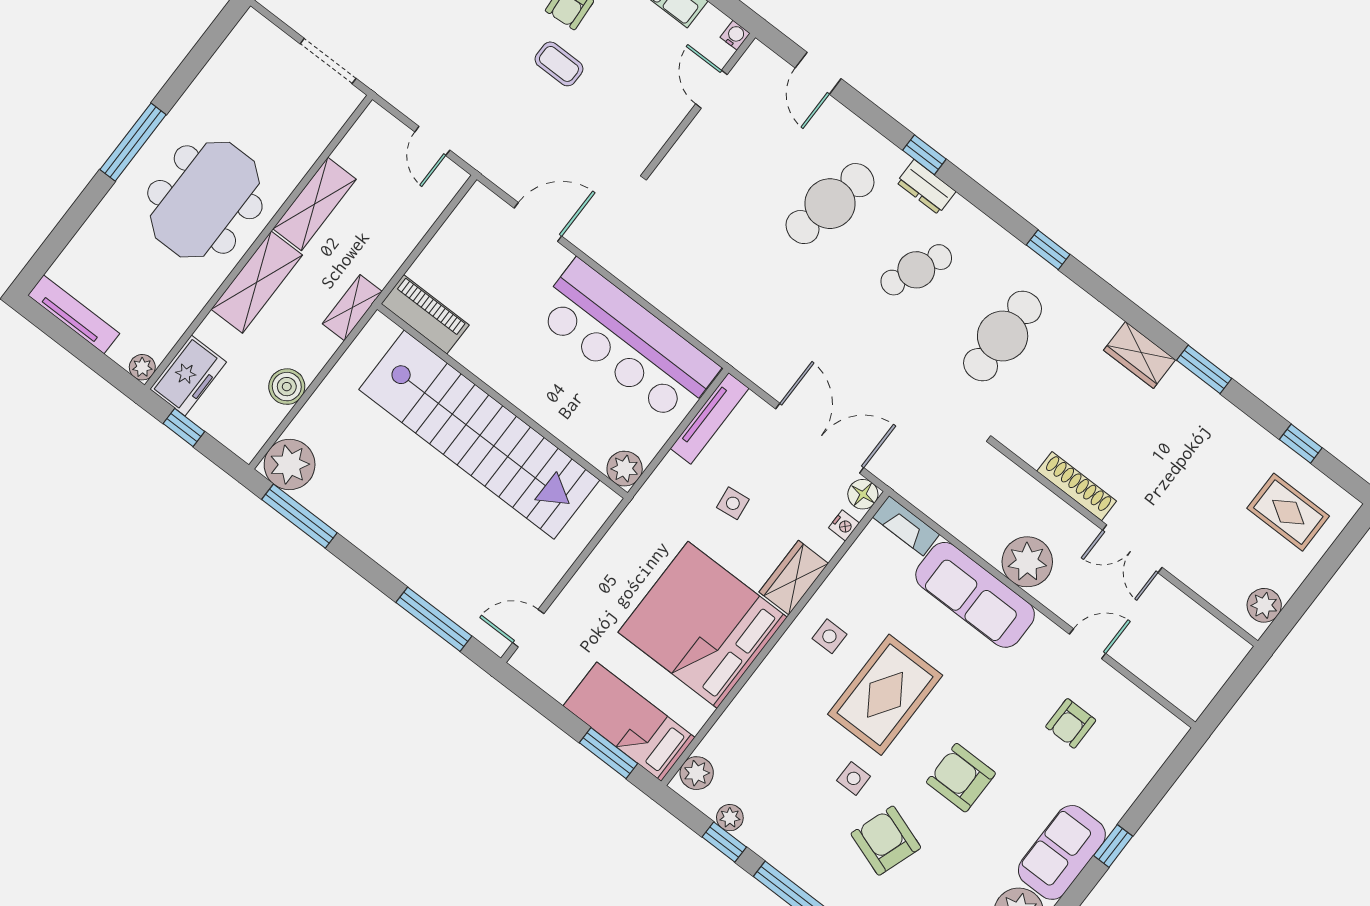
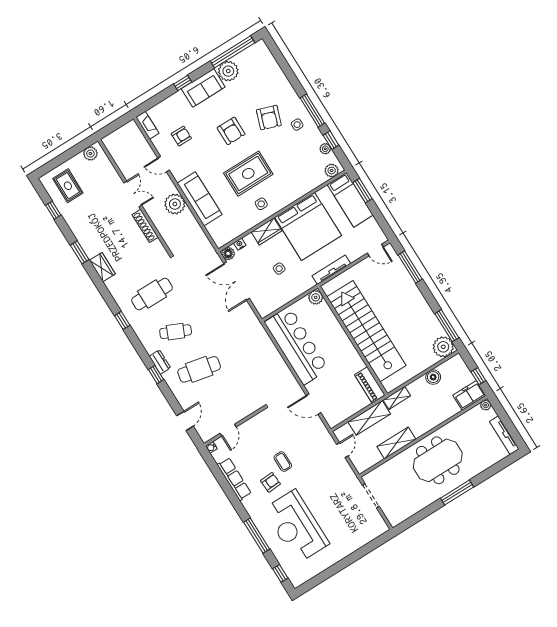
shelving: (257, 282) -> (369, 418), moved
tv unit: (710, 418) -> (331, 270), moved
fireplace: (906, 526) -> (147, 125), moved
side table: (854, 778) -> (297, 125), moved

